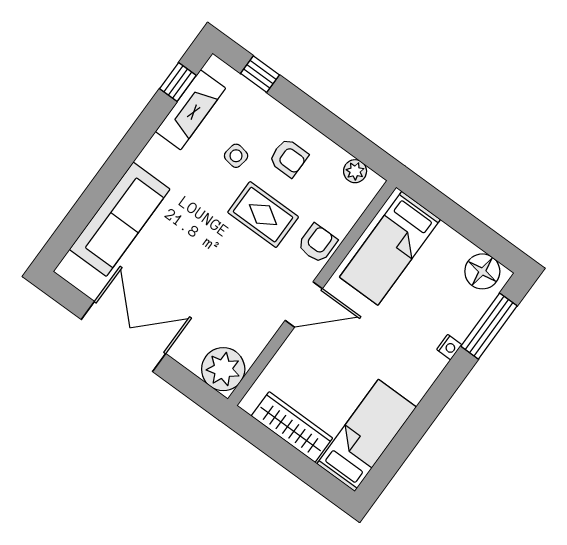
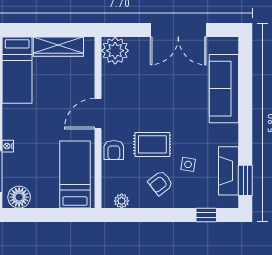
window: (178, 82) -> (245, 180), width x1.50
armchair: (289, 158) -> (160, 183), turned -38

